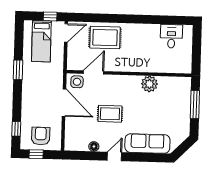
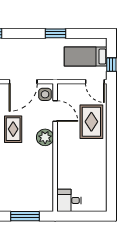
desk: (171, 36) -> (69, 200), moved, turned 180
plant: (149, 84) -> (45, 137), moved

